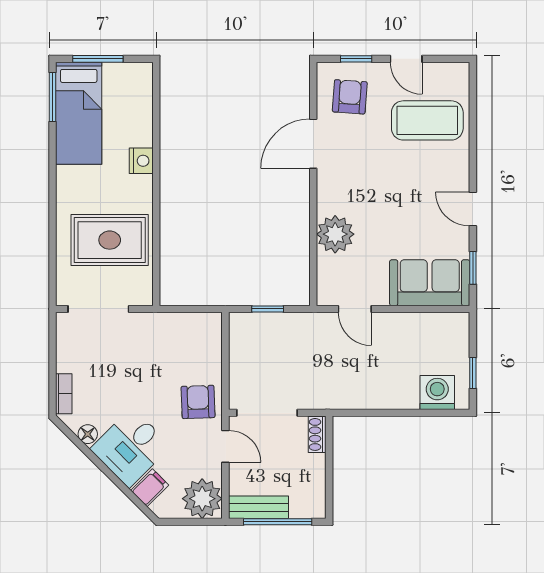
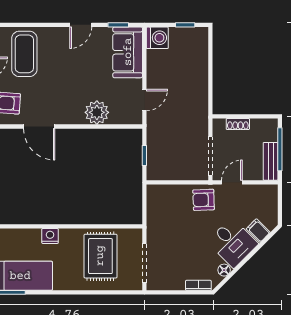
washing machine: (437, 392) -> (157, 38), moved, turned 180
shoe rack: (317, 434) -> (238, 124), moved
plant: (202, 499) -> (265, 197), removed

